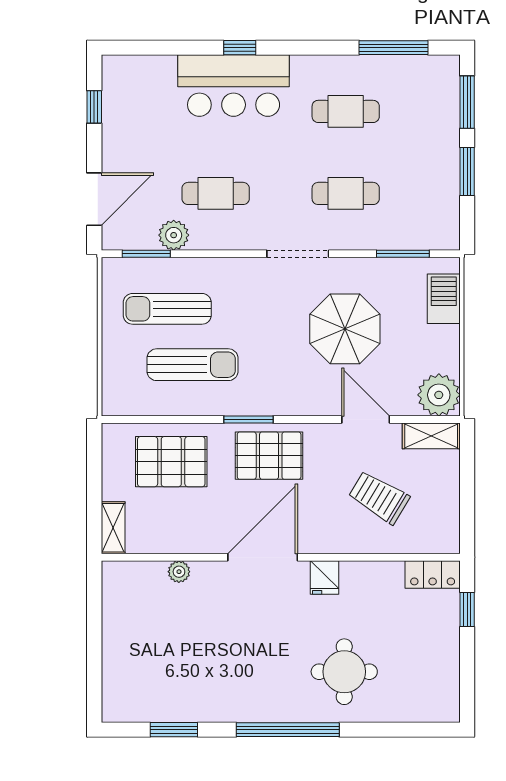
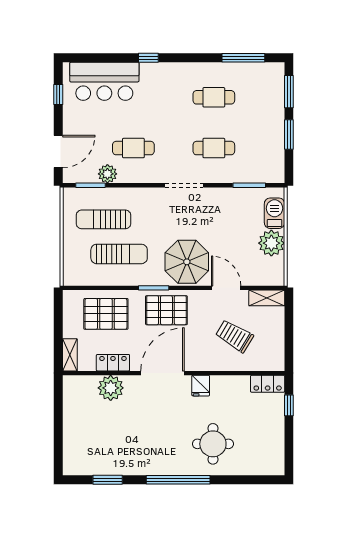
bar counter: (234, 86) -> (104, 81), moved
parasol: (345, 329) -> (187, 262), moved
plant: (439, 395) -> (271, 243), moved
locker: (183, 540) -> (113, 363), added
plant: (179, 572) -> (111, 388), width x1.88, depth x1.88

